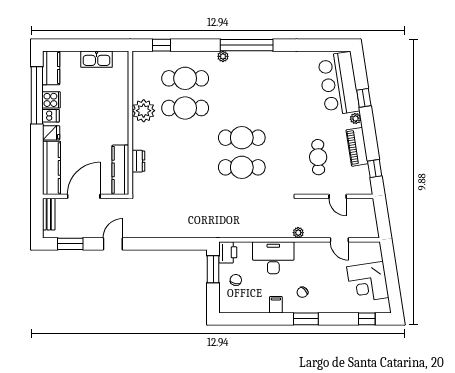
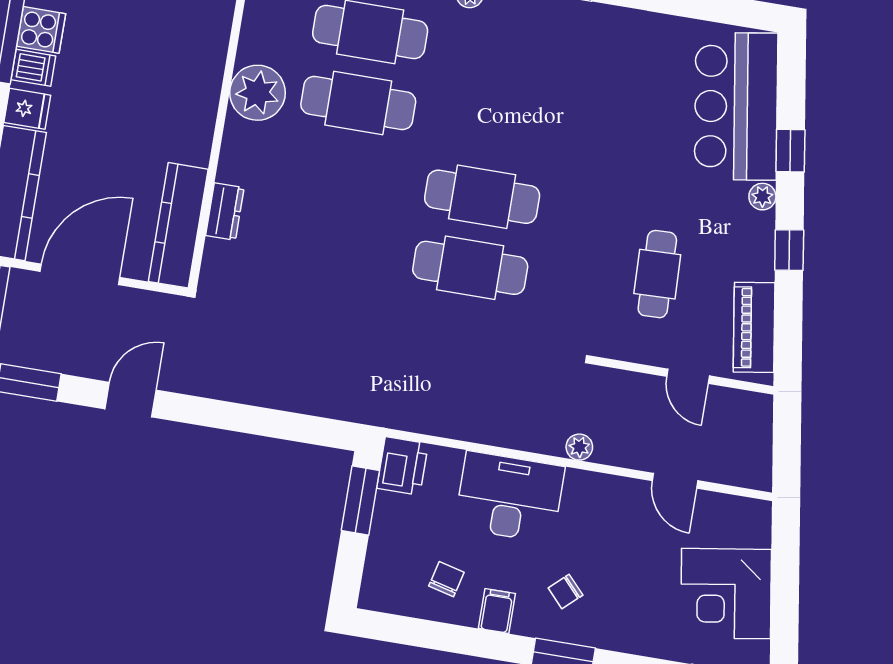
piano: (357, 147) -> (754, 327), moved
window: (375, 168) -> (789, 250), moved
chair: (236, 280) -> (446, 579), moved

